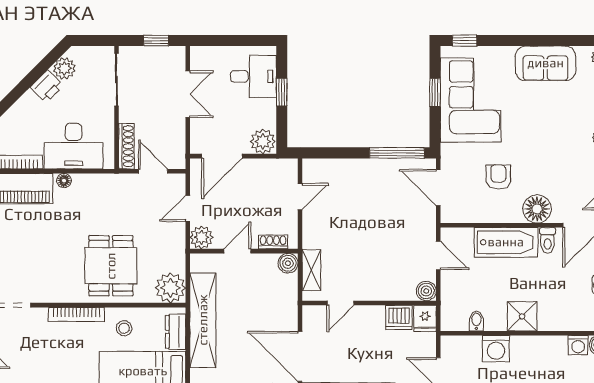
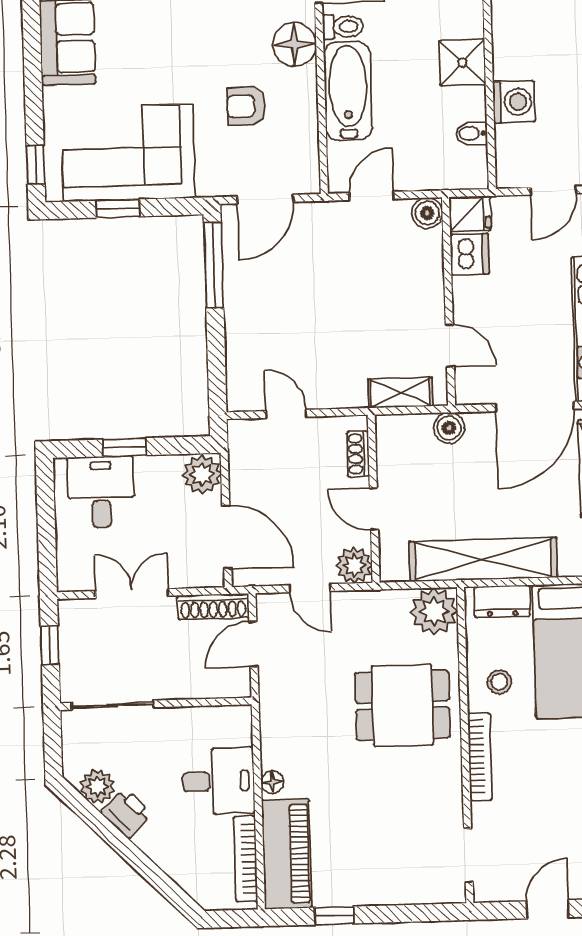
desk: (74, 146) -> (218, 781), width x0.73
shoe rack: (126, 146) -> (213, 607), moved, turned 180
boiler: (288, 263) -> (449, 428), moved

